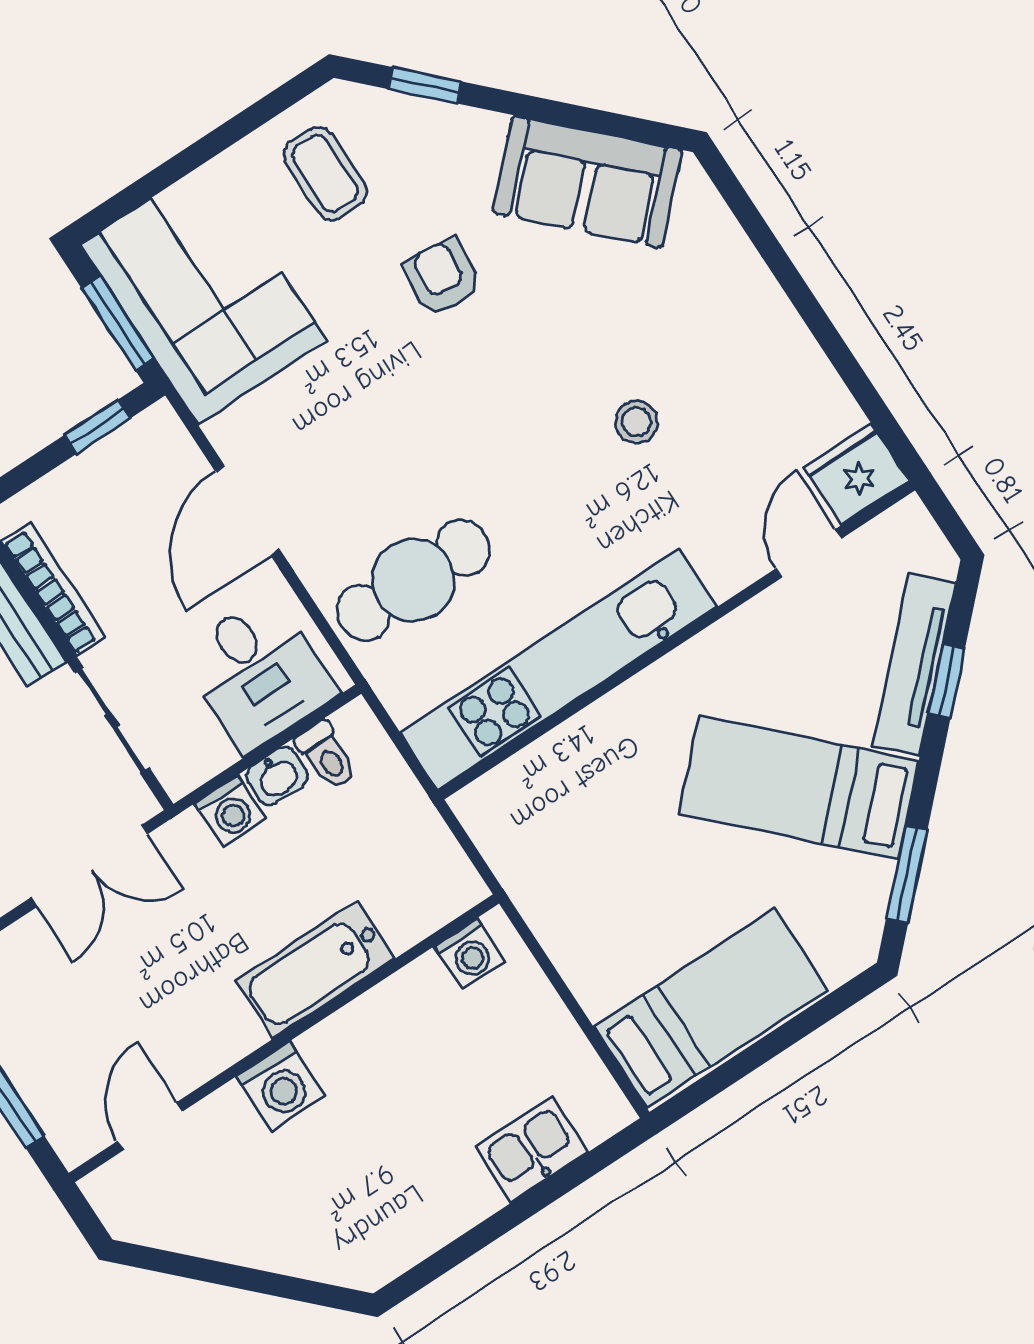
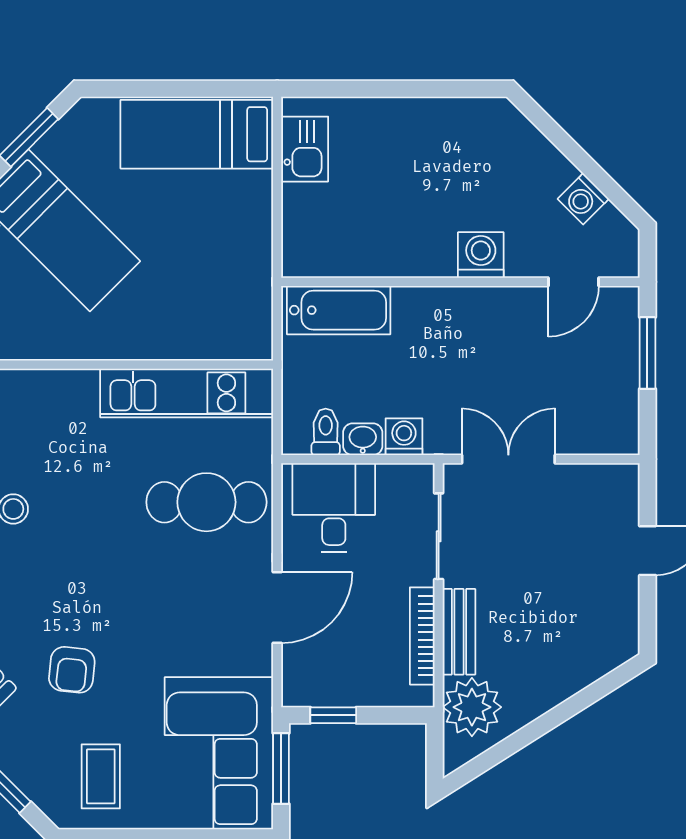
kitchen unit: (559, 670) -> (187, 393), width x0.73
washing machine: (470, 954) -> (583, 199), moved, turned -135
bathtub: (315, 970) -> (339, 310), moved
kitchen sink: (531, 1150) -> (305, 149), moved, turned -90

